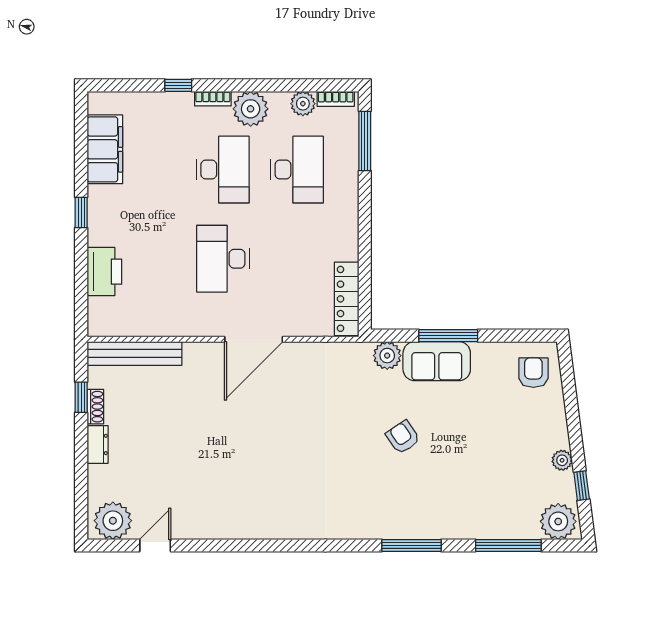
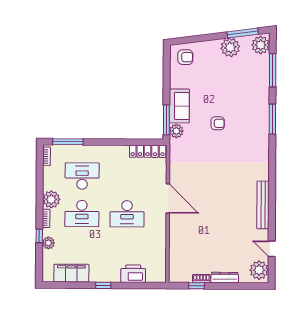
plant: (303, 104) -> (48, 243), moved
desk: (223, 170) -> (82, 214), turned 180
window: (448, 336) -> (166, 120), moved
bench: (134, 353) -> (263, 205), moved
armchair: (533, 373) -> (185, 57), turned 180
armchair: (403, 437) -> (218, 123), turned -146
dresser: (98, 444) -> (225, 278), width x1.44
plant: (562, 460) -> (230, 47), width x1.88, depth x1.88
window: (582, 486) -> (243, 33), width x2.17

